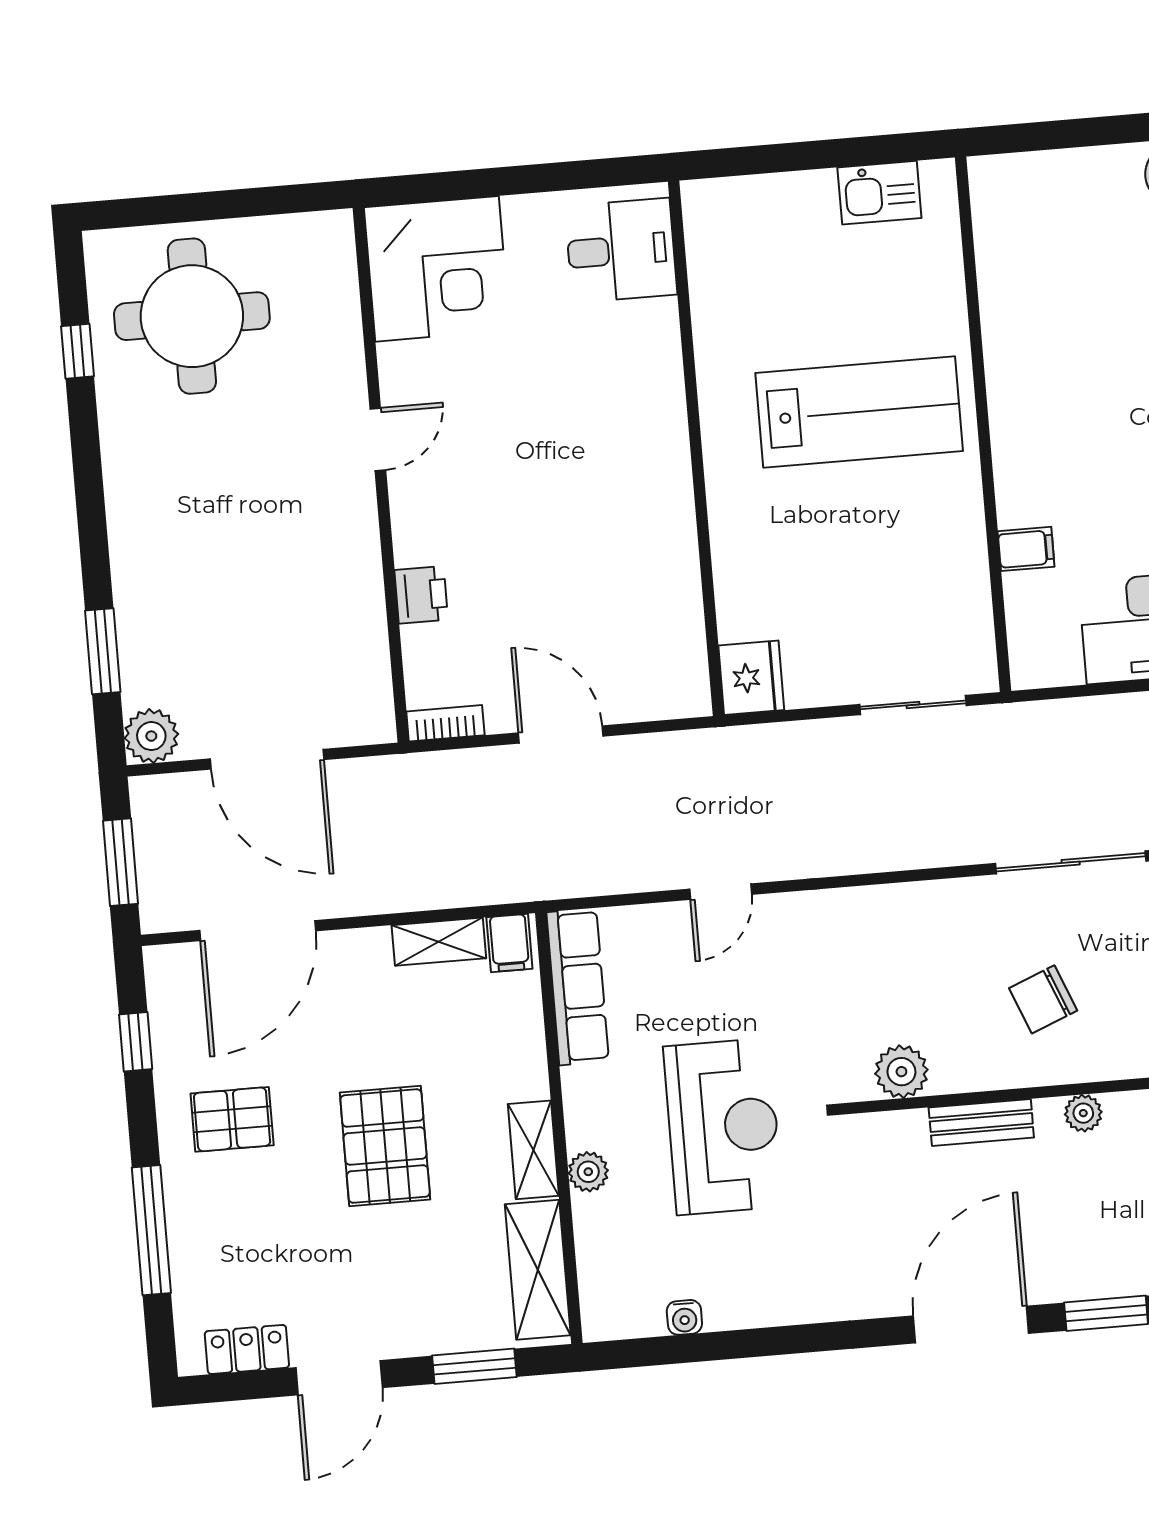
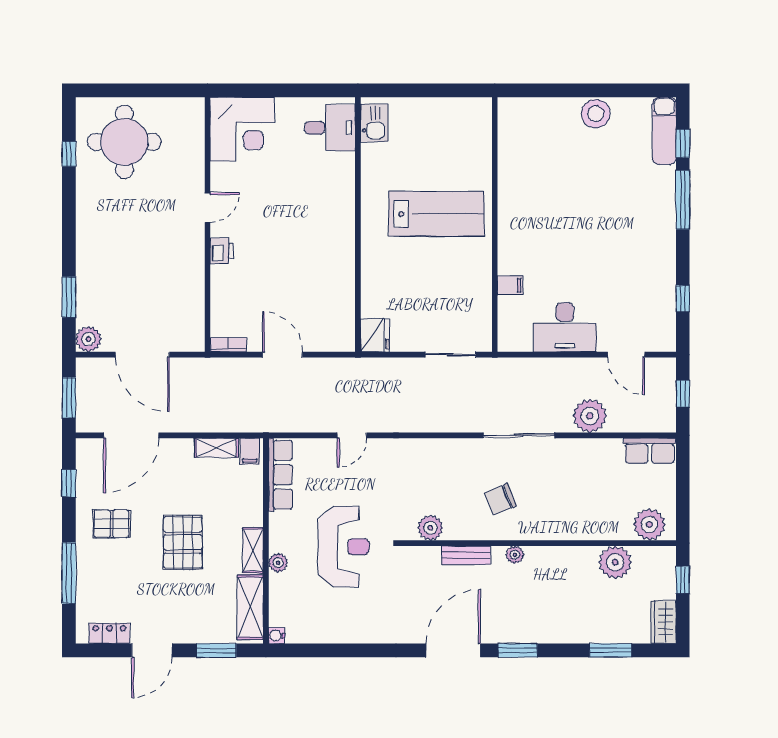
kitchen sink: (879, 193) -> (374, 123), moved, turned -90
printer: (421, 595) -> (222, 251), moved
water cooler: (684, 1317) -> (277, 636), moved, turned 90

